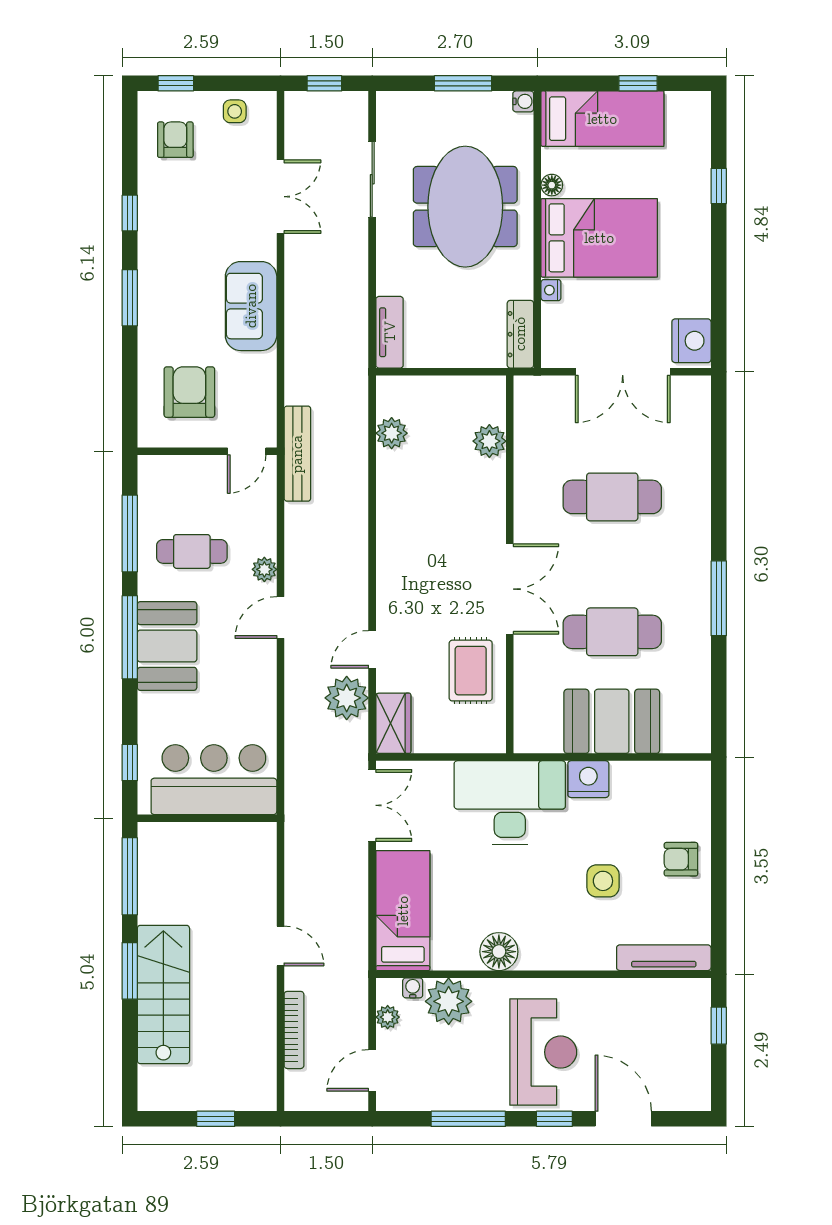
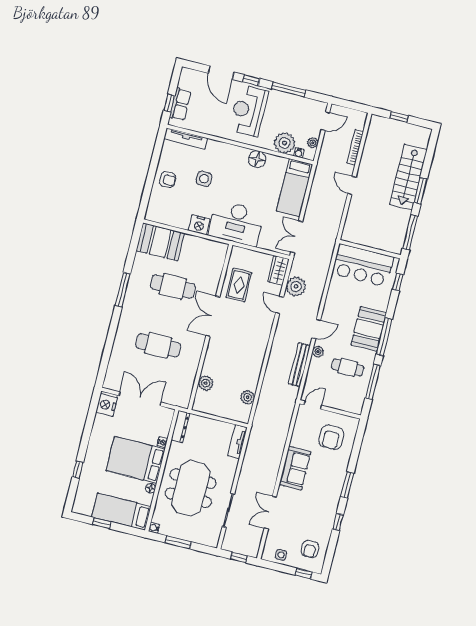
bench: (297, 454) -> (299, 365), moved
door: (372, 649) -> (280, 305), swing flipped
booth: (612, 721) -> (160, 242), moved
row of seats: (694, 1029) -> (180, 104), added

